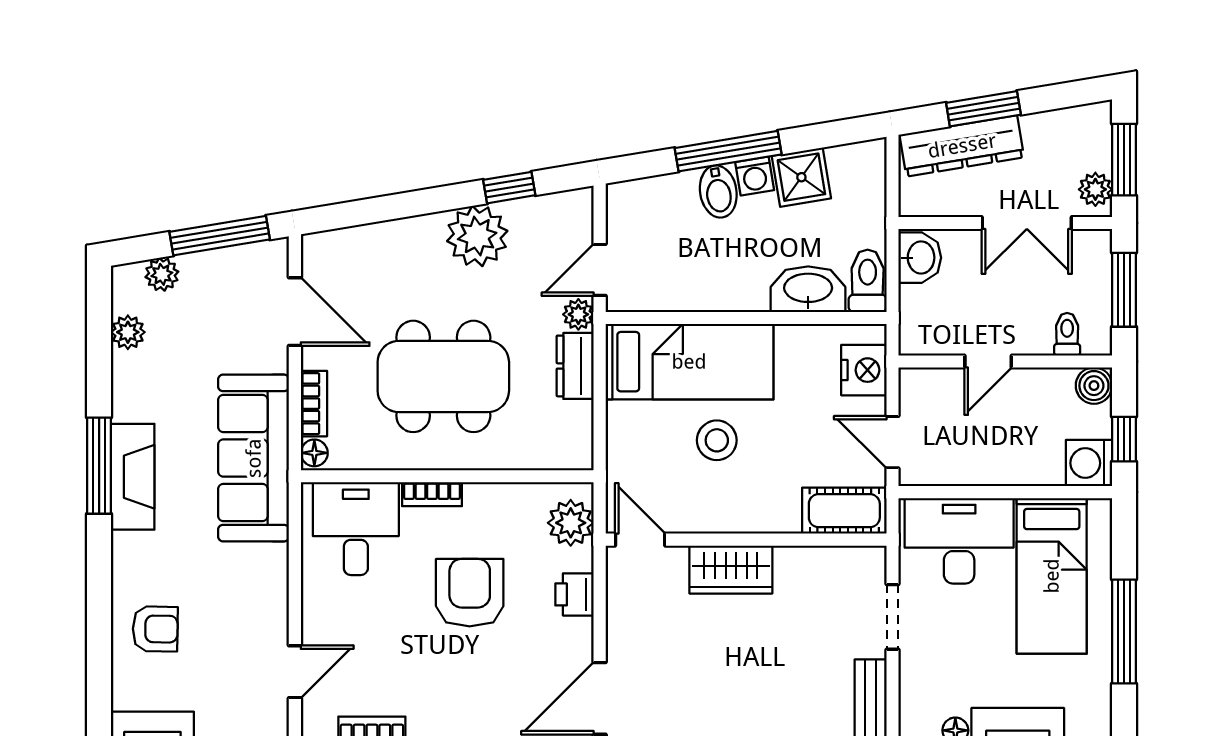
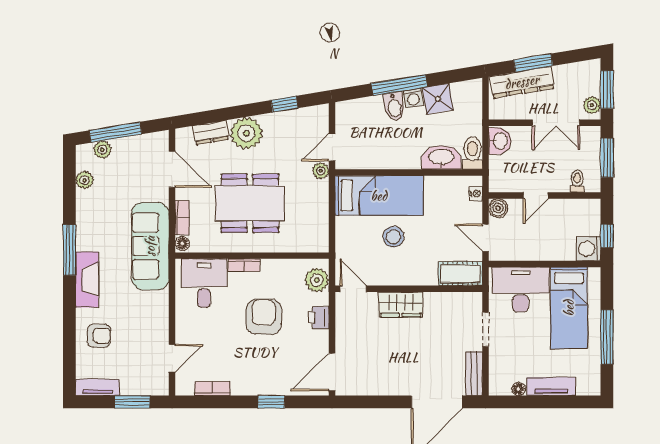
window: (220, 236) -> (115, 132), moved
plant: (477, 236) -> (246, 133), moved
dresser: (575, 366) -> (211, 133), moved, turned -99
nightstand: (864, 370) -> (476, 194), width x0.53, depth x0.56
boiler: (1094, 386) -> (498, 208), moved
fireplace: (133, 477) -> (87, 280), moved

